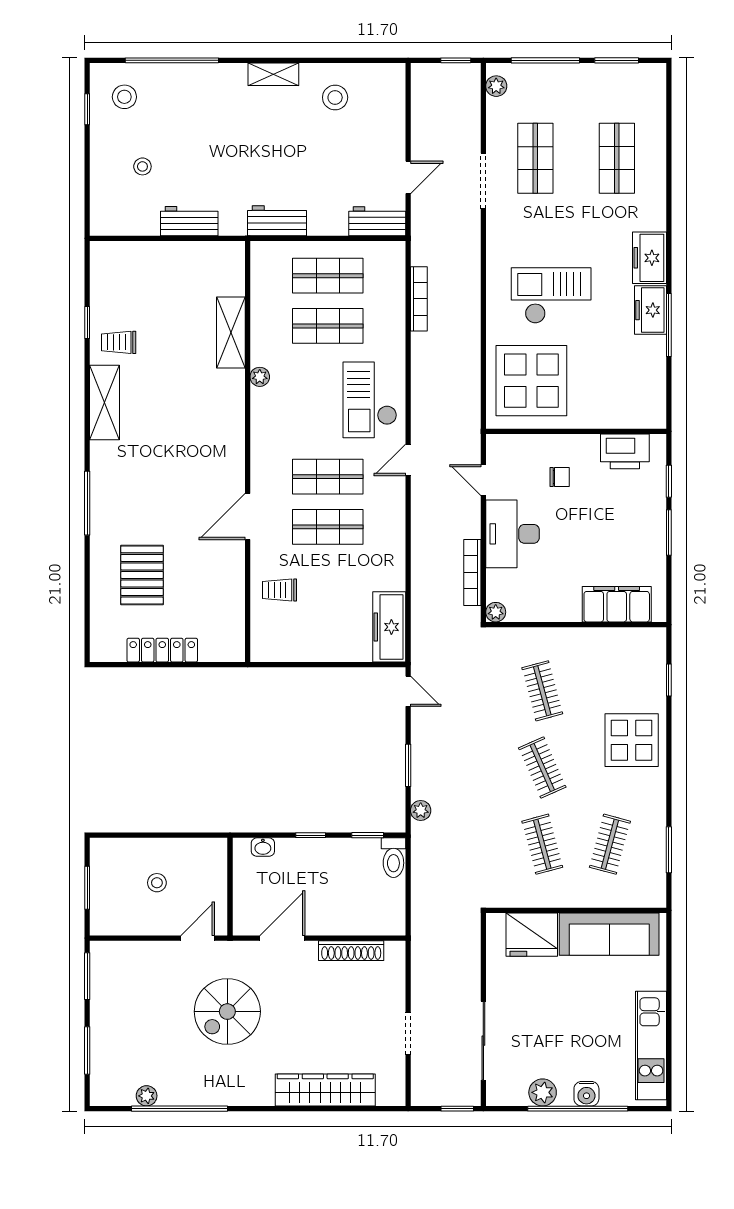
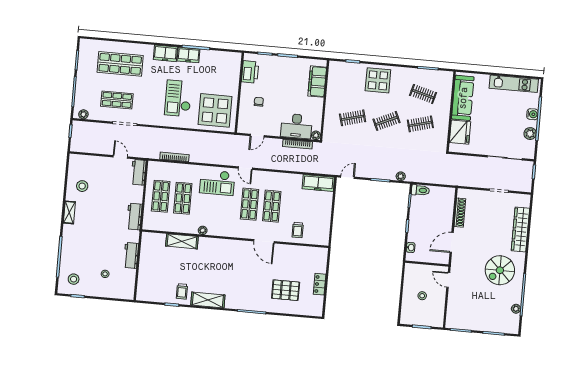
shop shelf: (617, 158) -> (120, 64), width x1.43, depth x1.36
desk: (512, 534) -> (296, 126), moved
locker: (162, 650) -> (320, 284), width x0.66
door: (282, 938) -> (452, 242), hinge flipped
spiral stairs: (227, 1012) -> (500, 270), moved, turned 90

